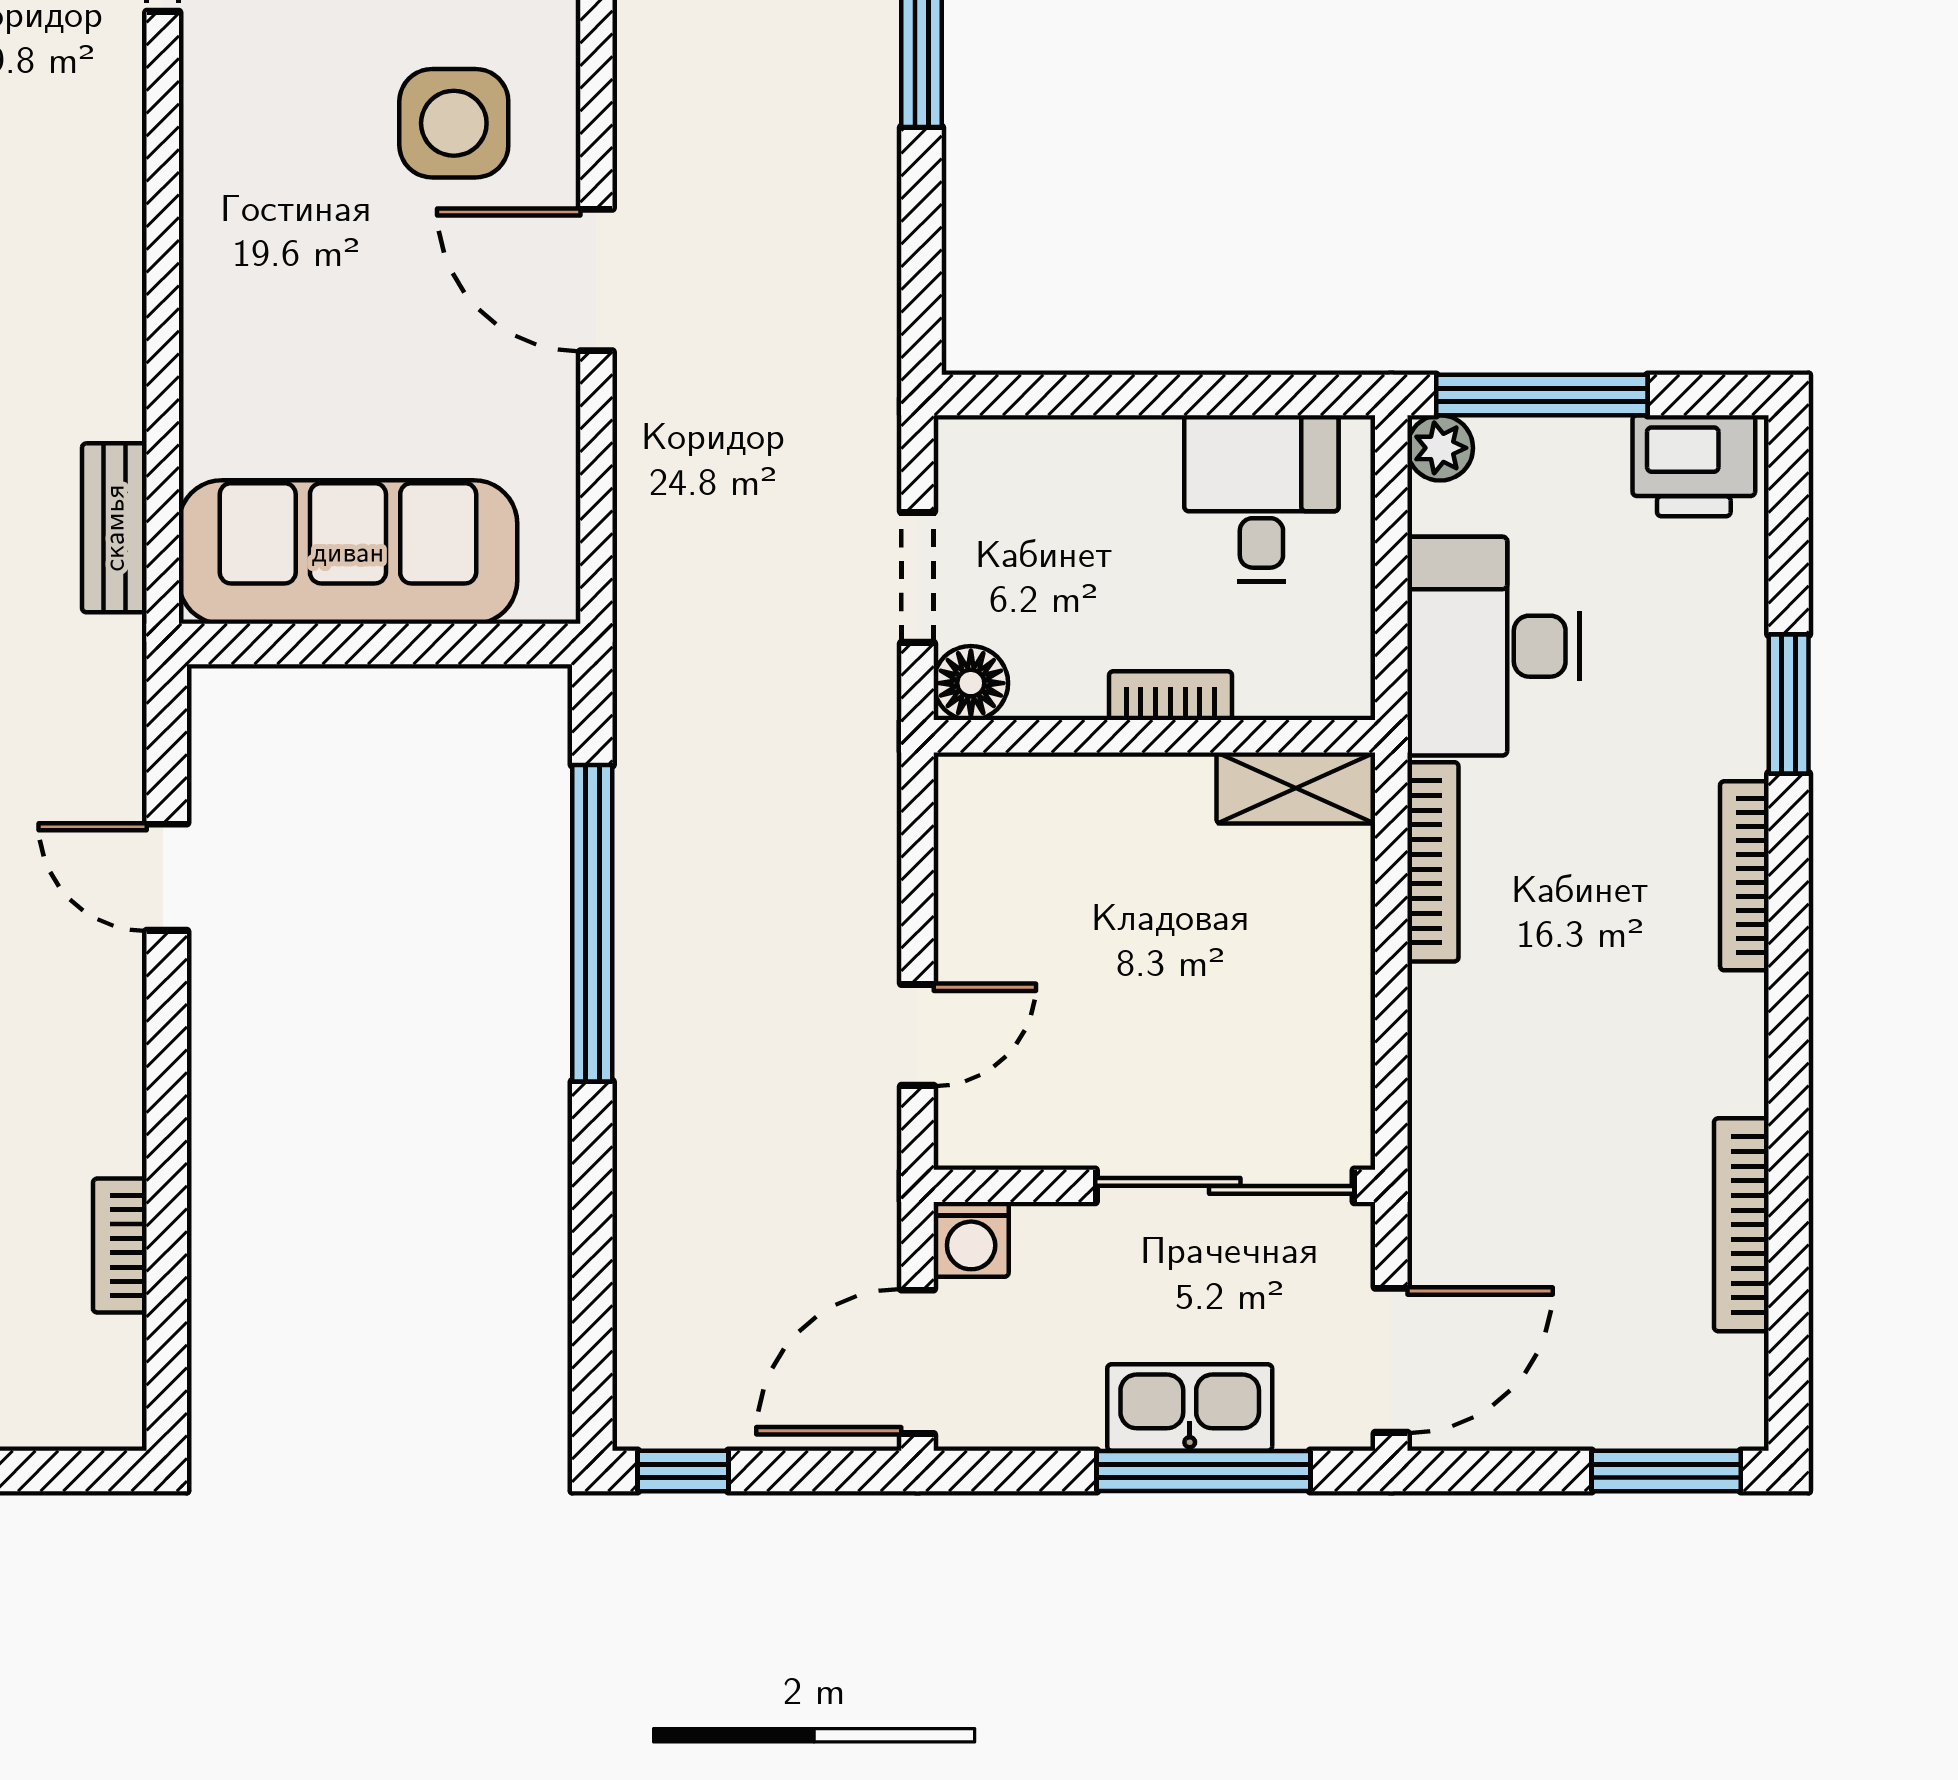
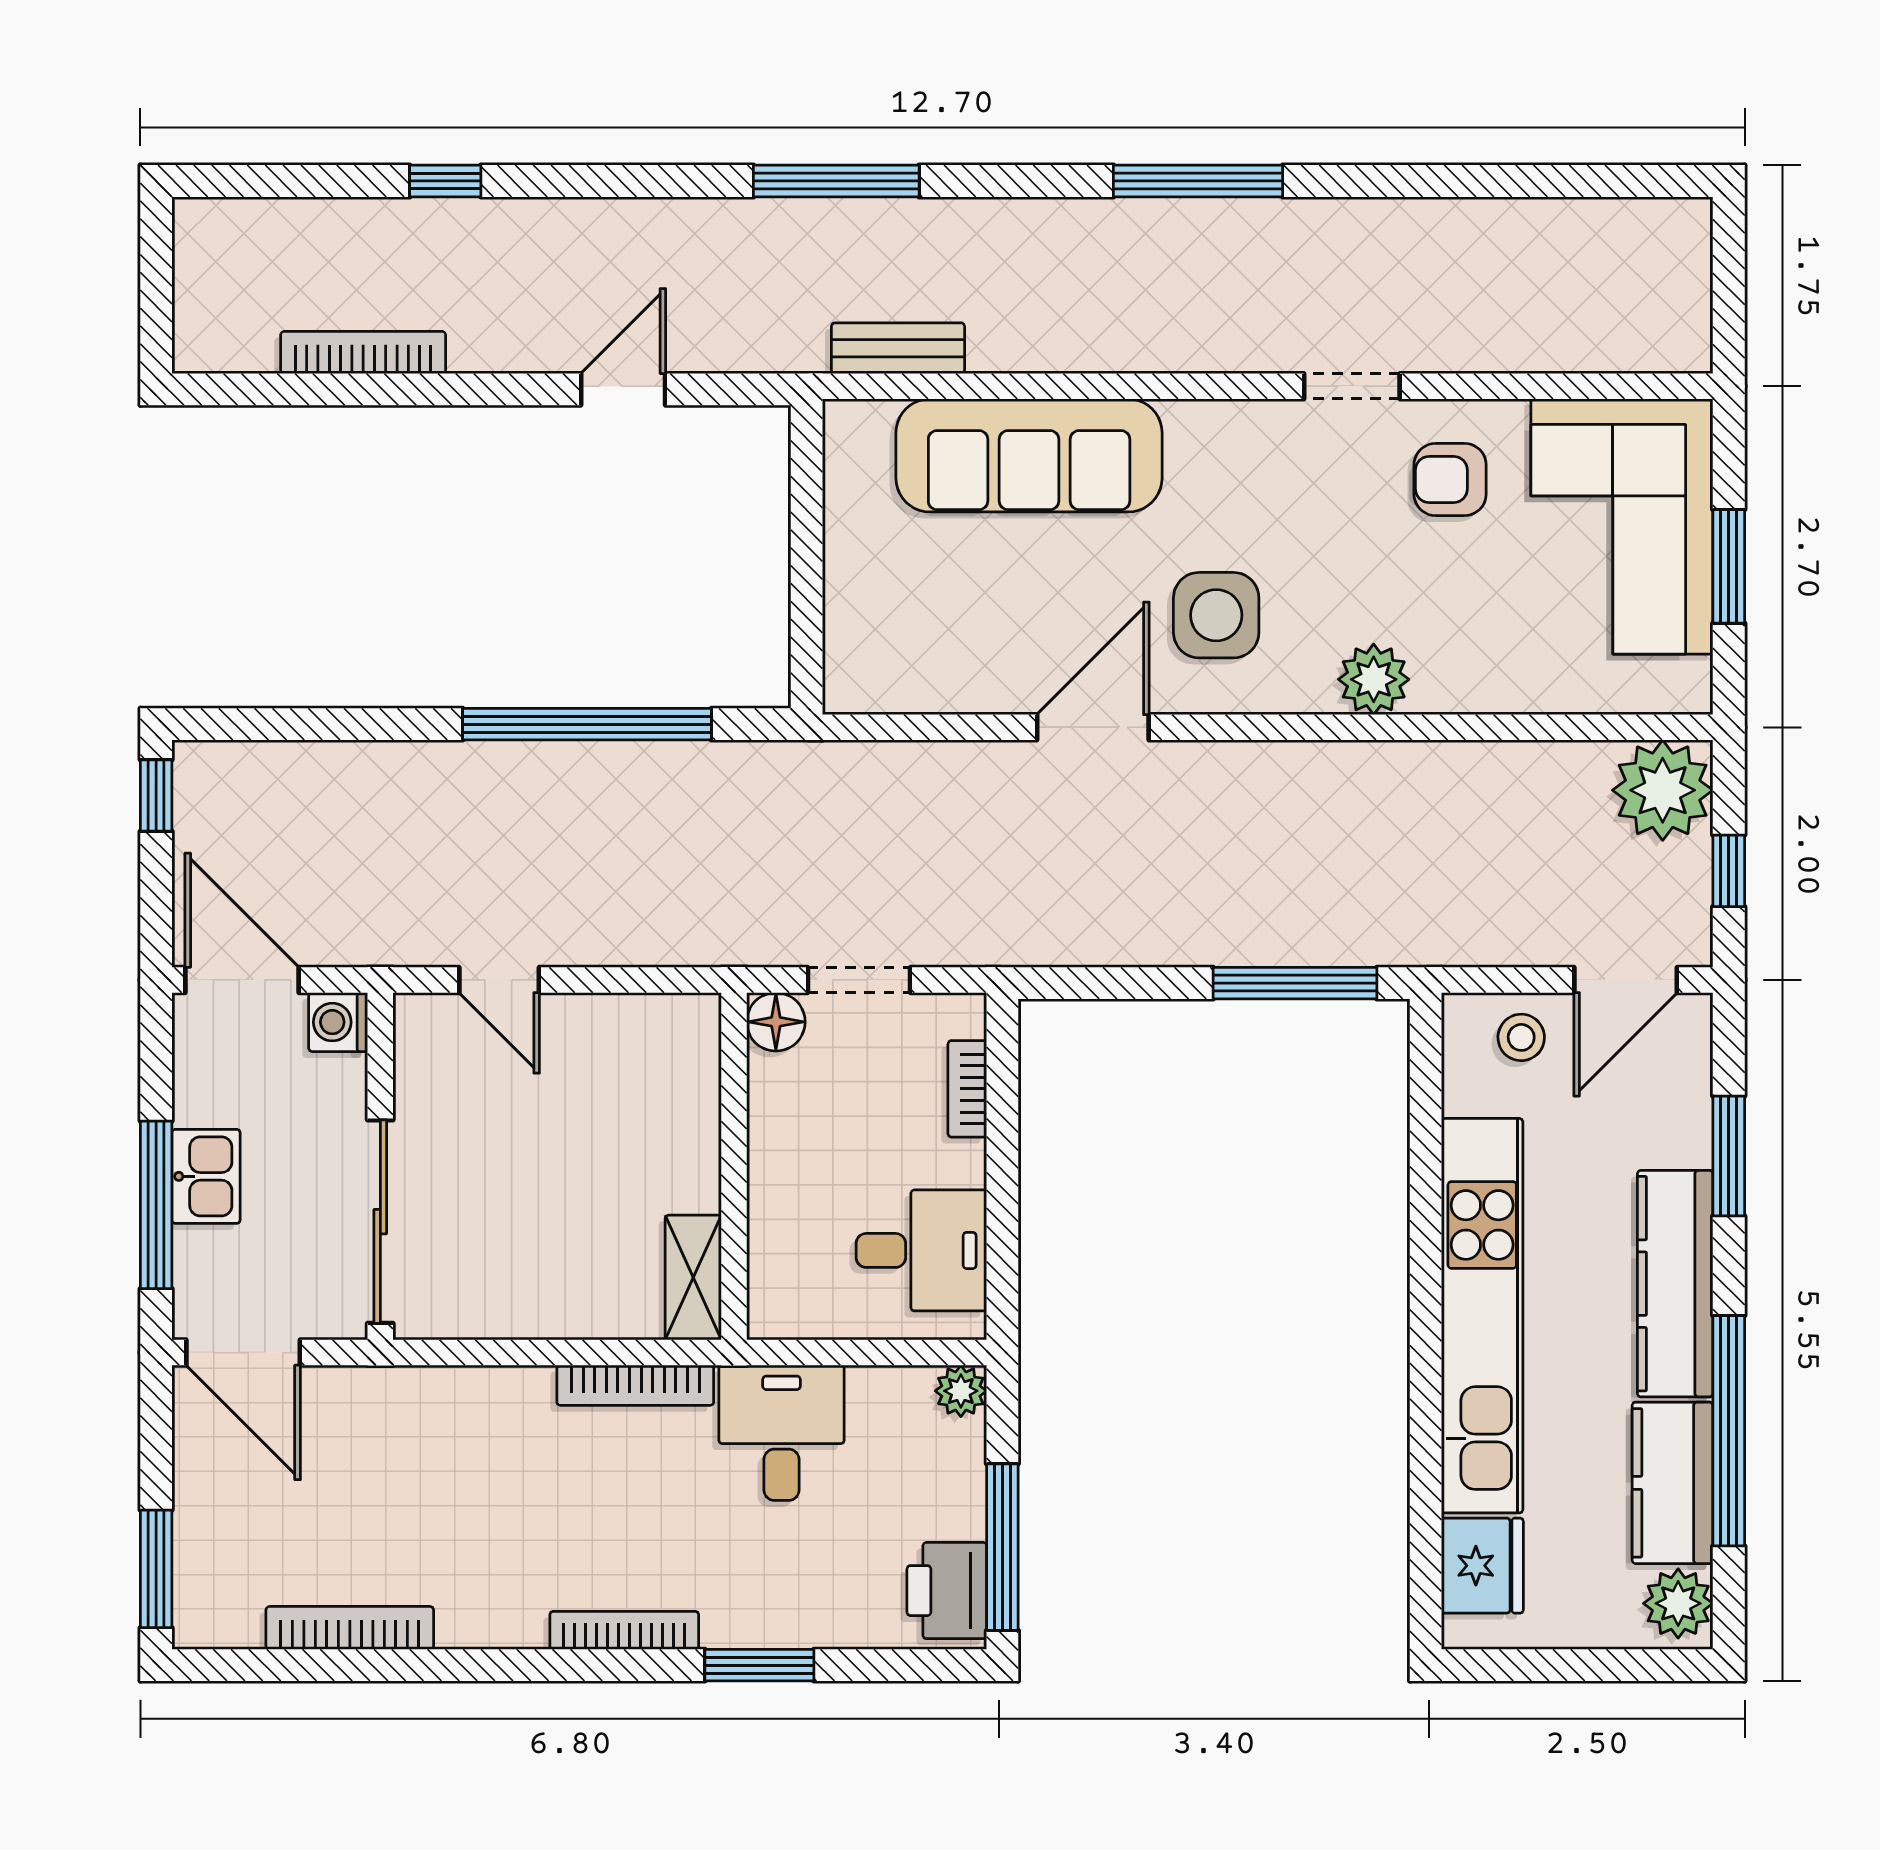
window: (1542, 395) -> (1002, 1547), moved
sofa: (348, 552) -> (1029, 455), moved, turned 90
desk: (1493, 646) -> (782, 1433), width x0.73
bookcase: (1170, 696) -> (967, 1089), moved, turned 180
bookcase: (120, 1246) -> (363, 353), width x1.56
kitchen sink: (1190, 1407) -> (206, 1176), width x0.73

